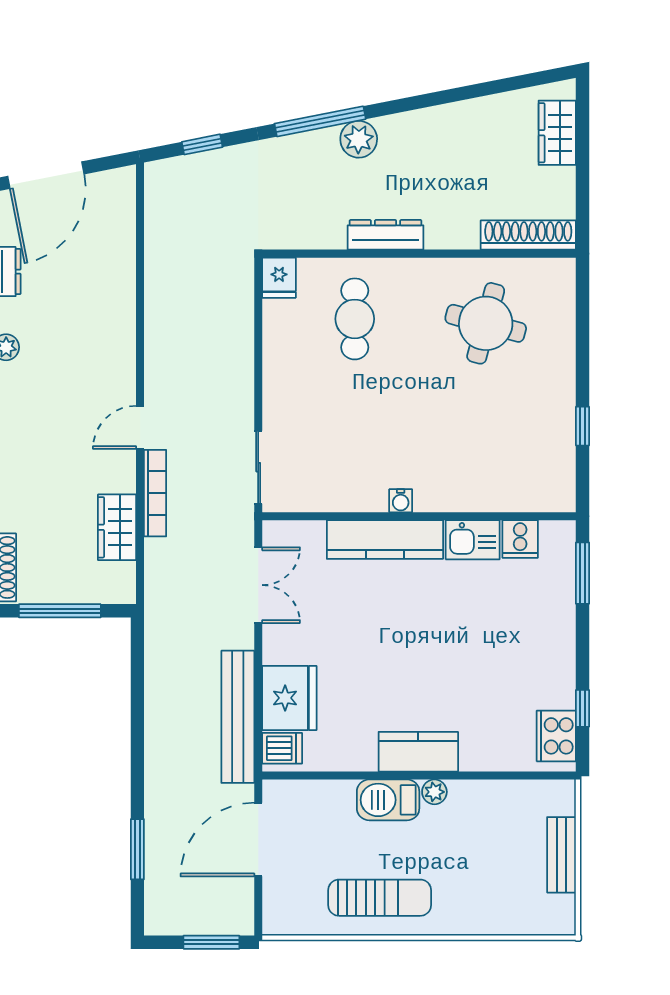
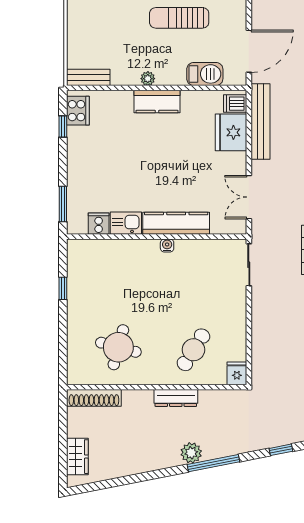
cafe table: (355, 319) -> (193, 350), turned 32
barbecue: (388, 800) -> (205, 74), moved
bench: (562, 855) -> (88, 77), moved, turned 90

